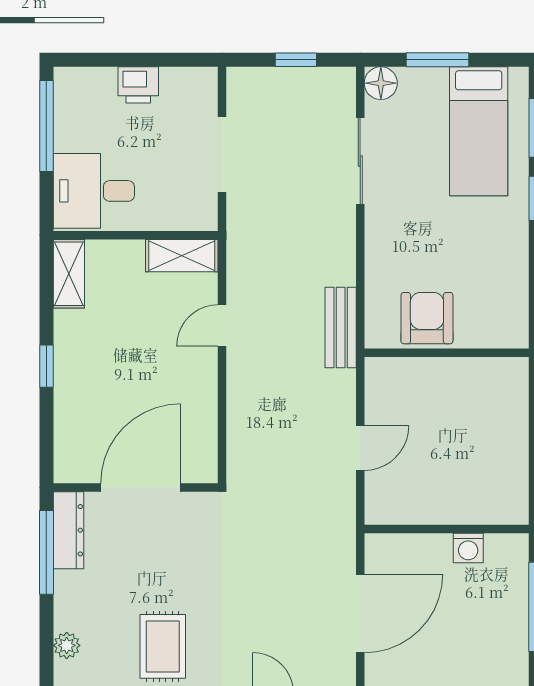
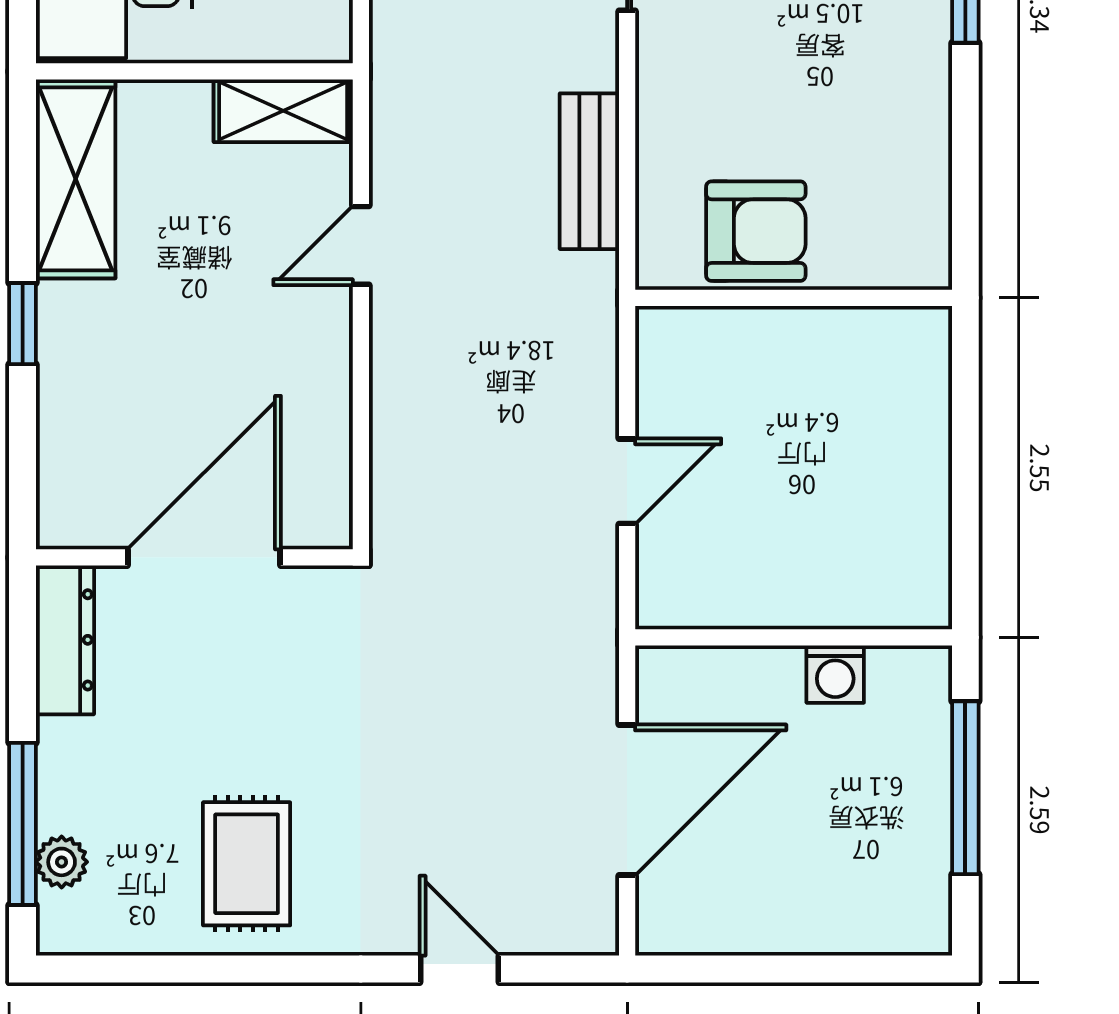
shelving: (69, 274) -> (76, 179), width x1.50, depth x1.33
armchair: (427, 318) -> (756, 231), turned 90
bench: (341, 327) -> (589, 171), moved
window: (46, 552) -> (23, 824), moved

